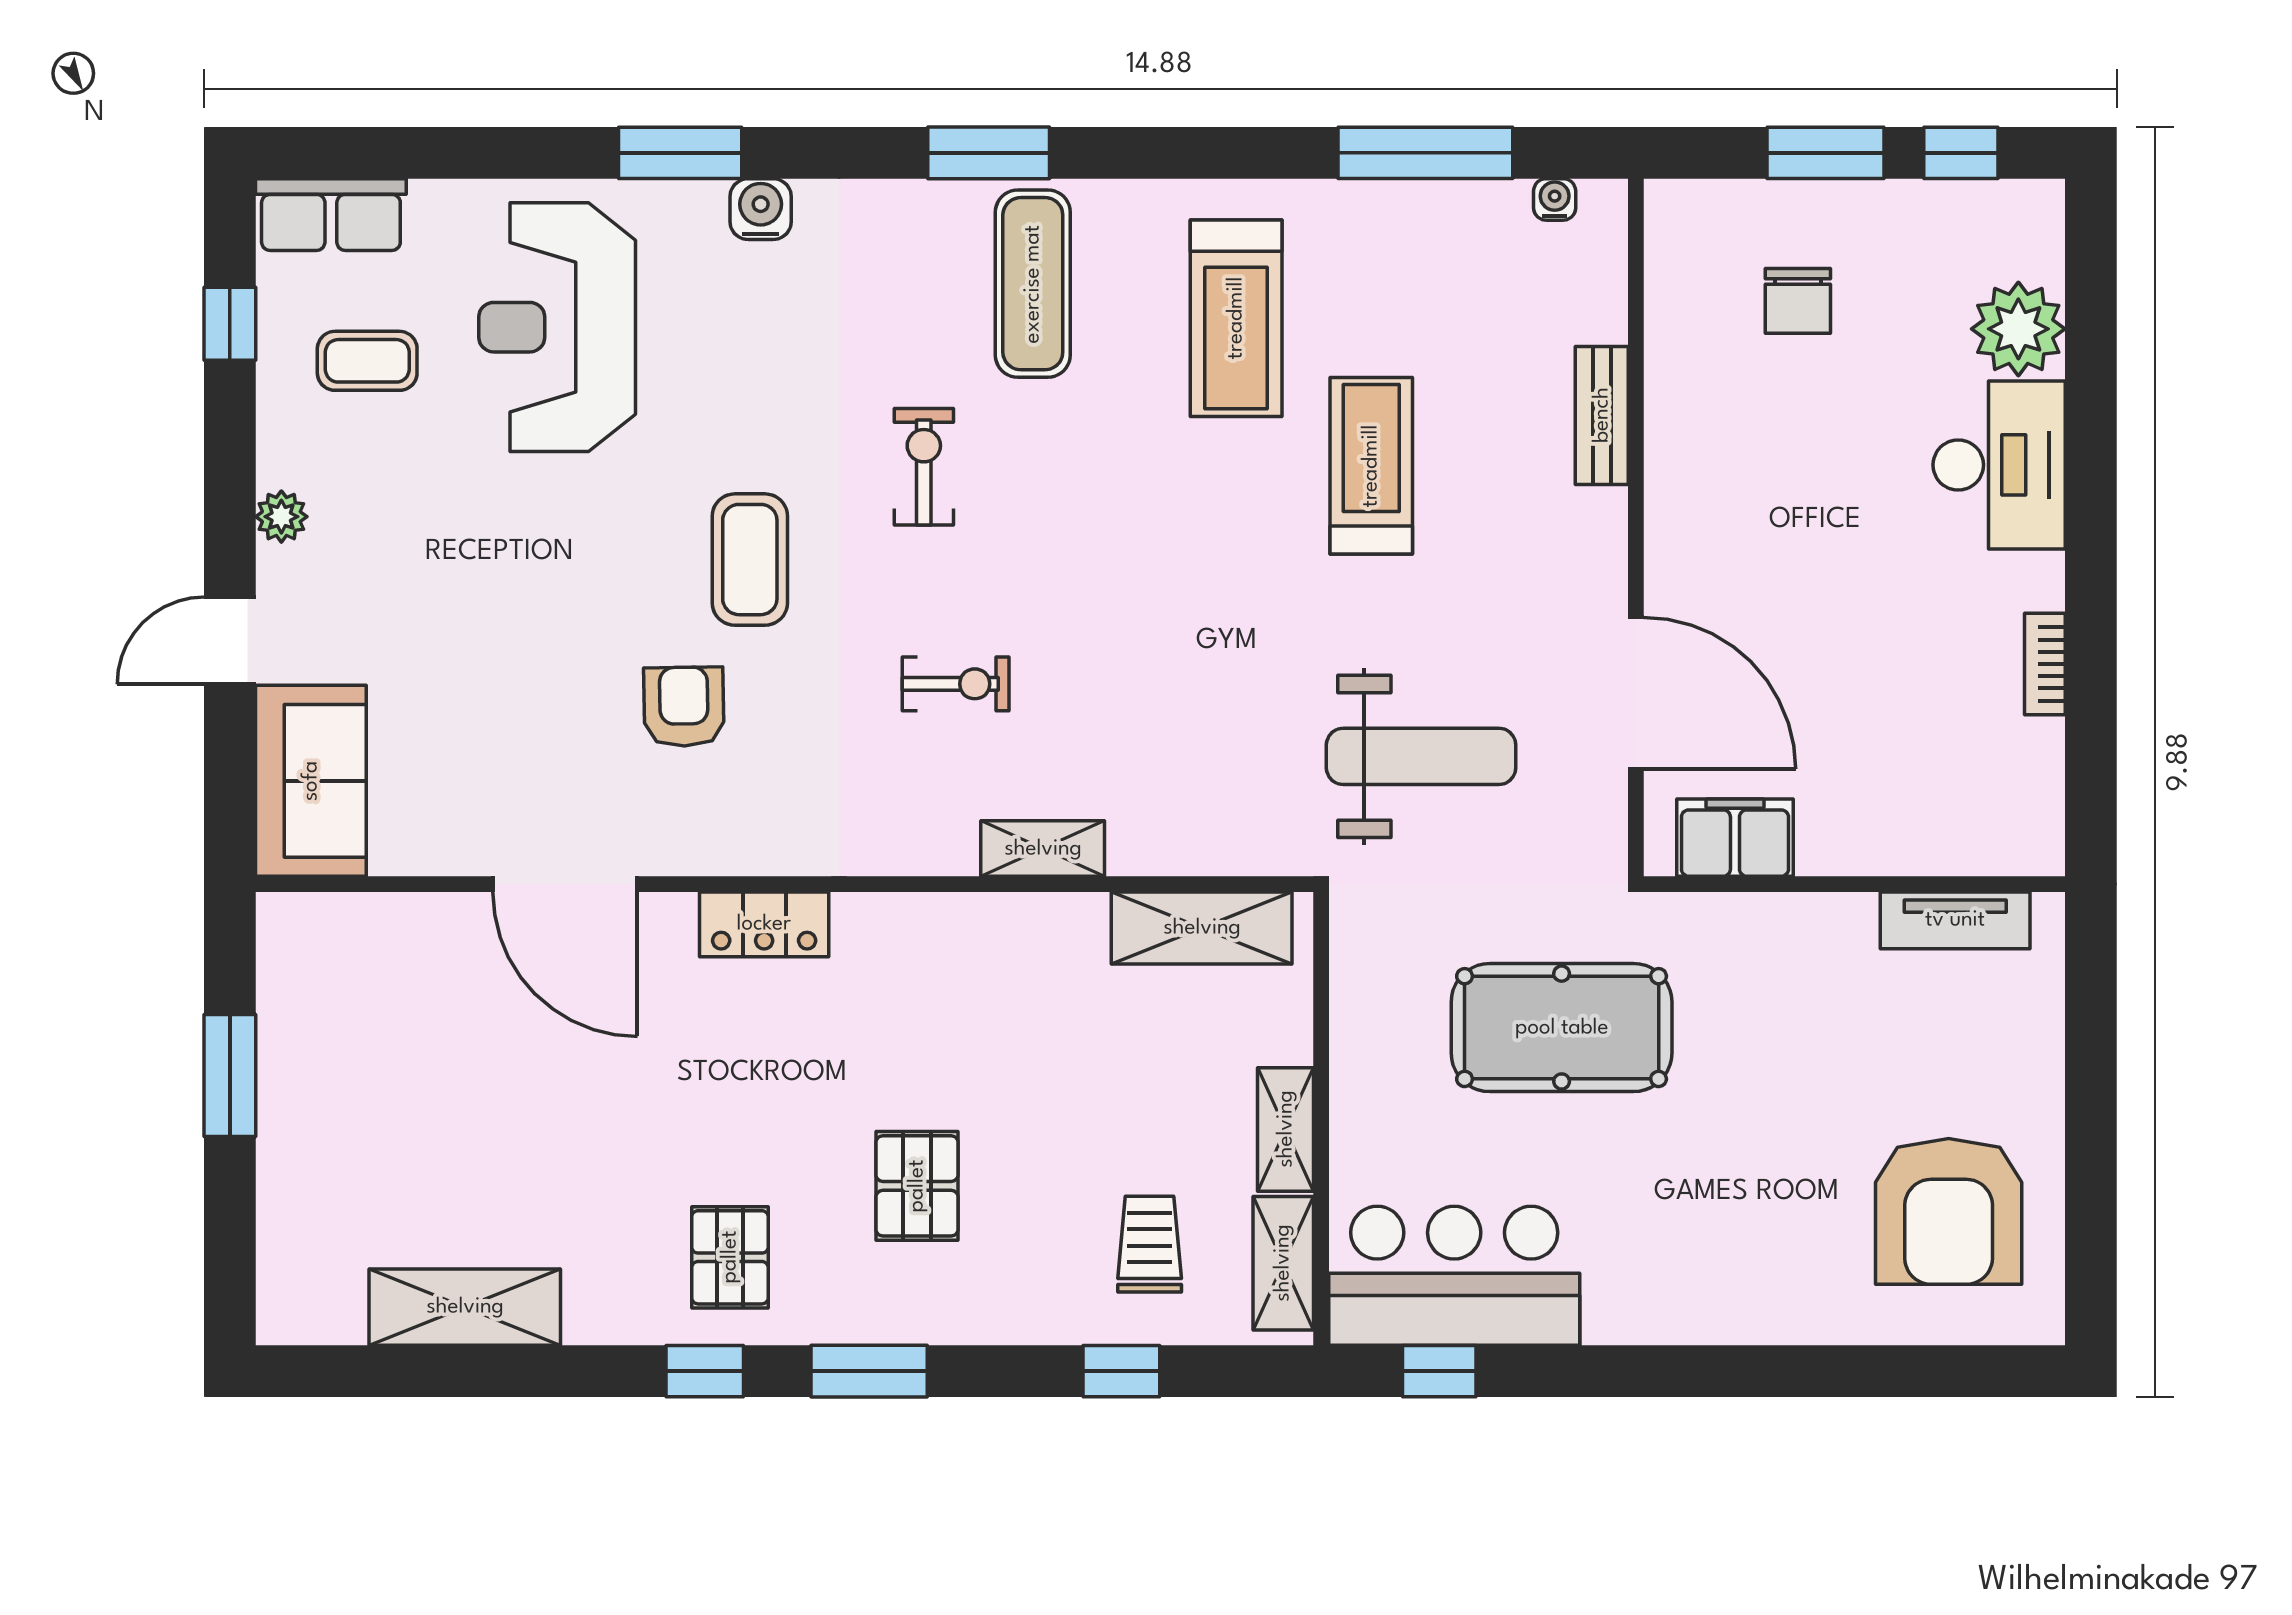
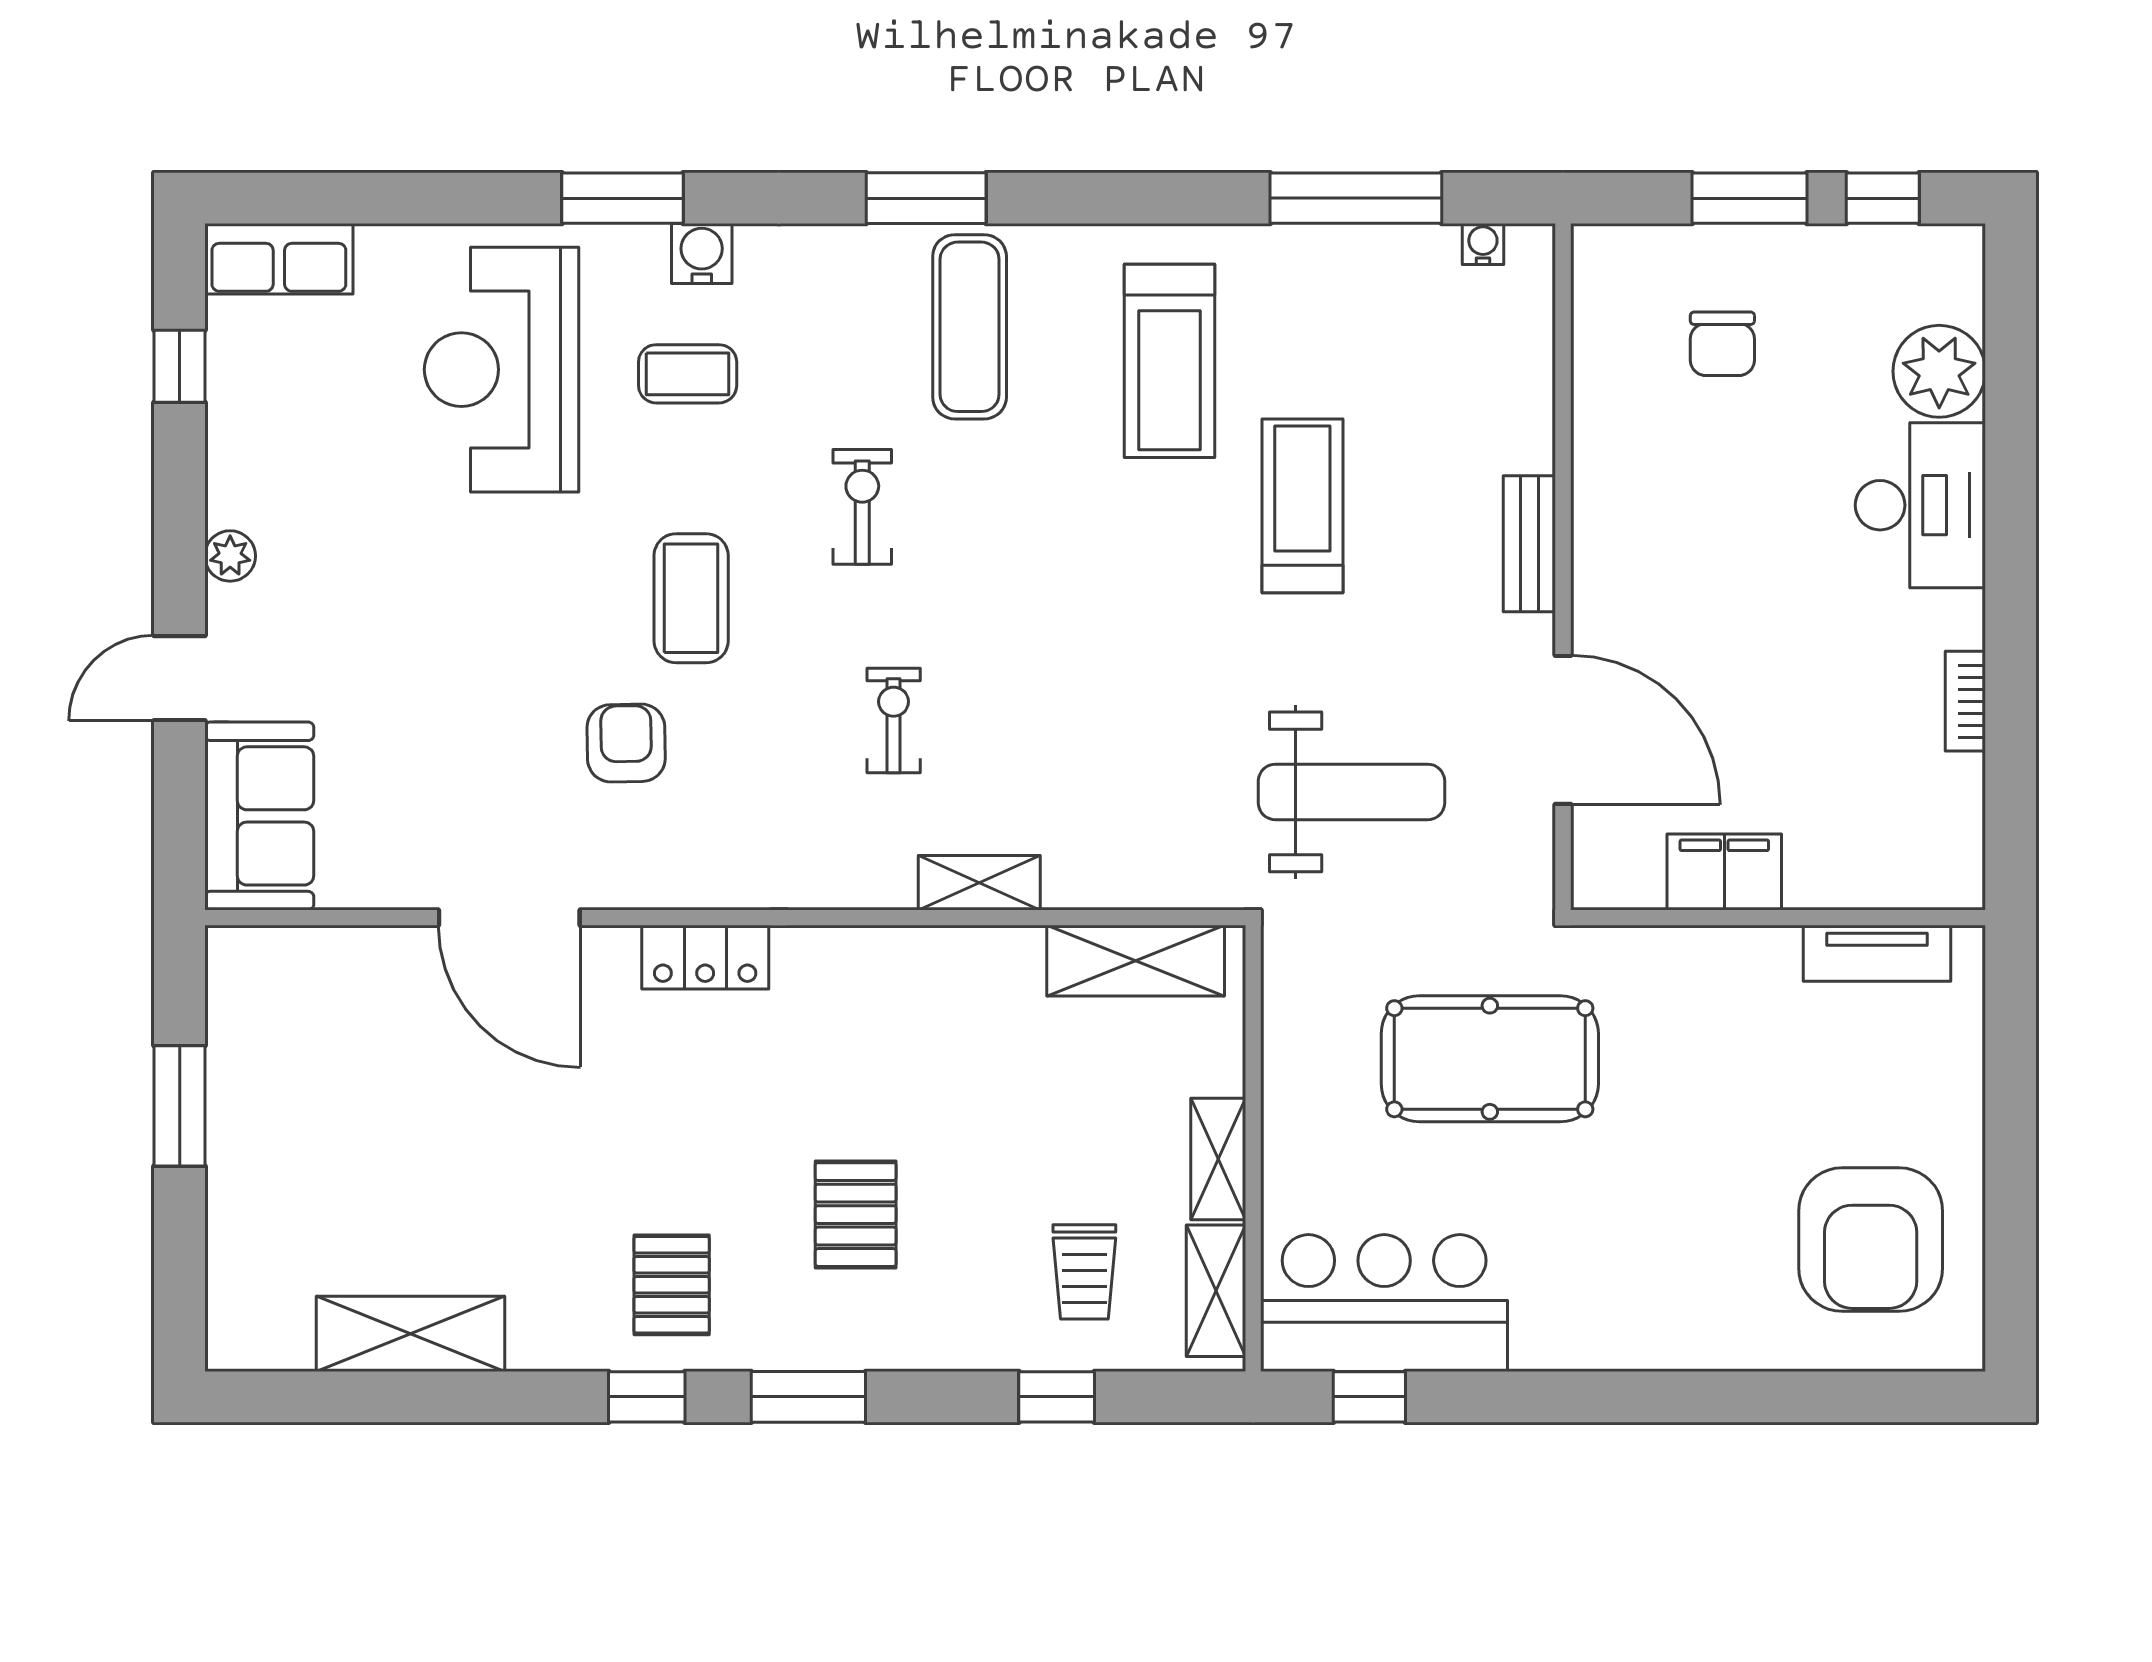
coffee table: (367, 361) -> (688, 374), moved
bench: (1602, 415) -> (1529, 544), moved
exercise bike: (956, 684) -> (894, 721), turned -90
filing cabinet: (1735, 838) -> (1724, 872), moved
trolley: (1150, 1244) -> (1084, 1272), turned 180

